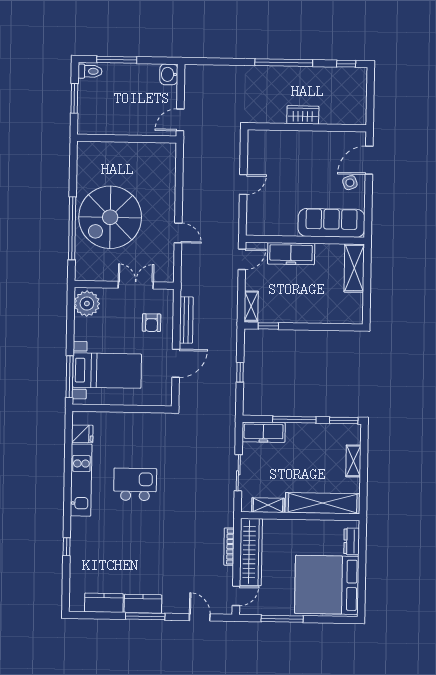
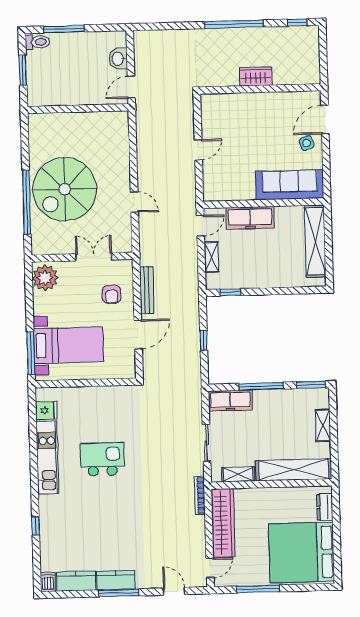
washbasin: (169, 74) -> (118, 59), moved
shelving: (354, 268) -> (315, 241), width x1.47
shelving: (251, 306) -> (212, 257), moved
bookcase: (229, 547) -> (200, 495), moved
dishwasher: (76, 602) -> (48, 582), added

